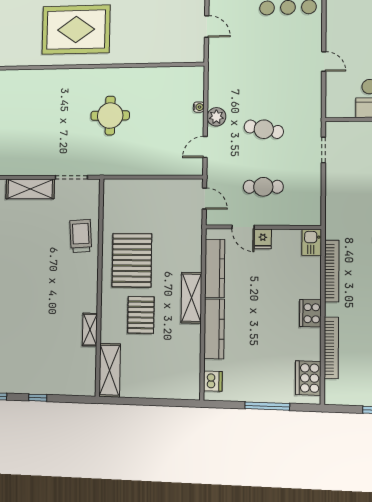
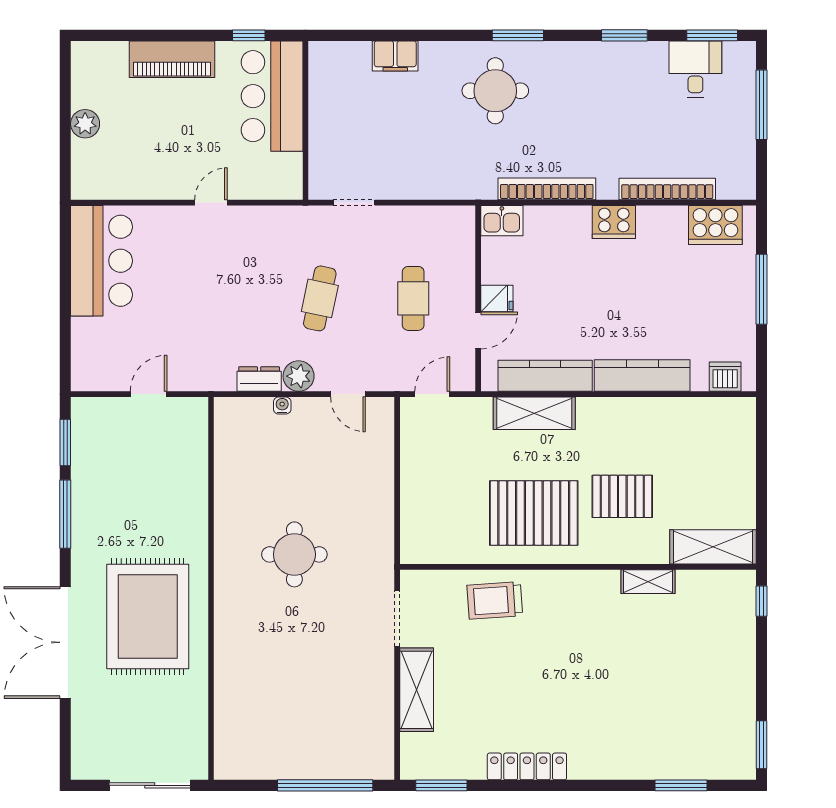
dresser: (215, 93) -> (259, 379), added
shelving: (191, 298) -> (534, 413), moved
window: (38, 398) -> (761, 601), moved

